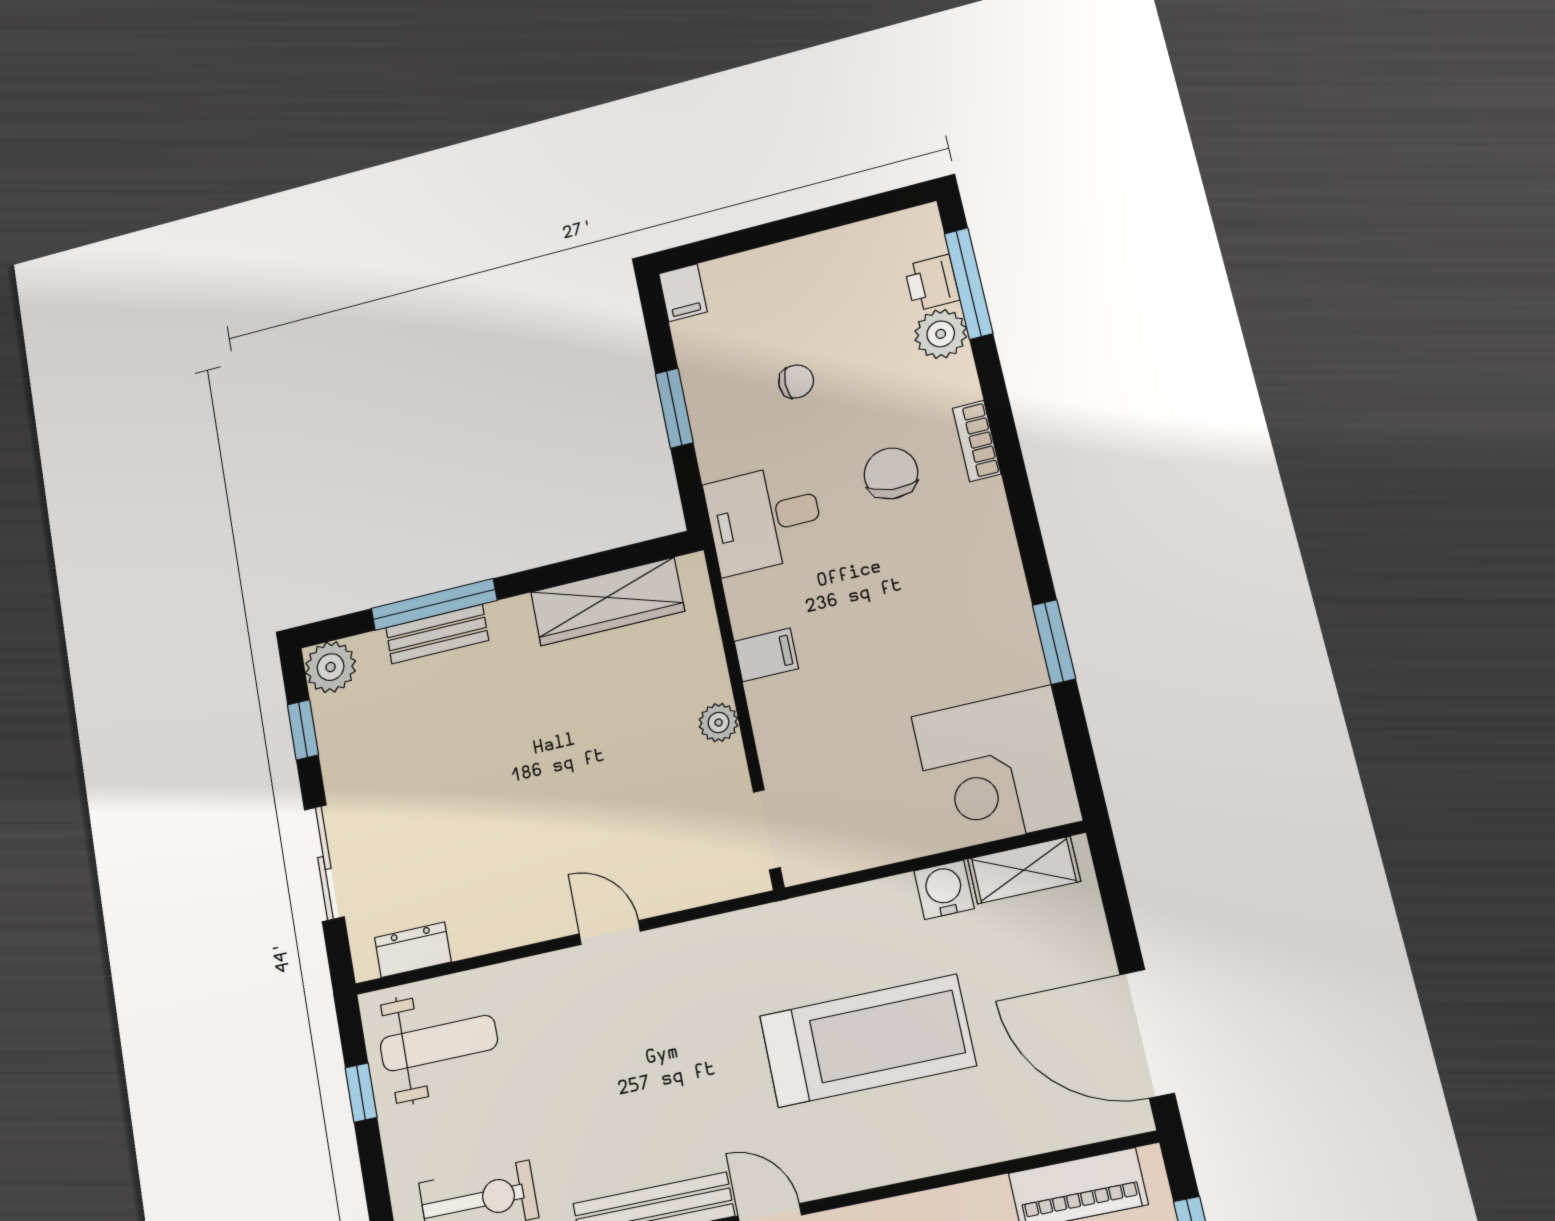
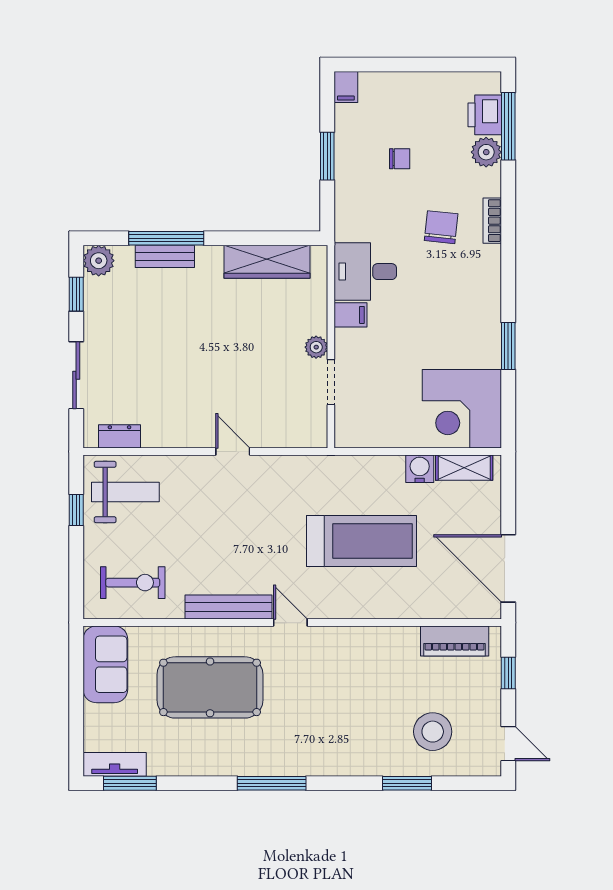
printer: (932, 283) -> (485, 115), width x1.36, depth x1.24
desk: (764, 519) -> (365, 272), moved
doorway: (767, 830) -> (331, 382), moved

